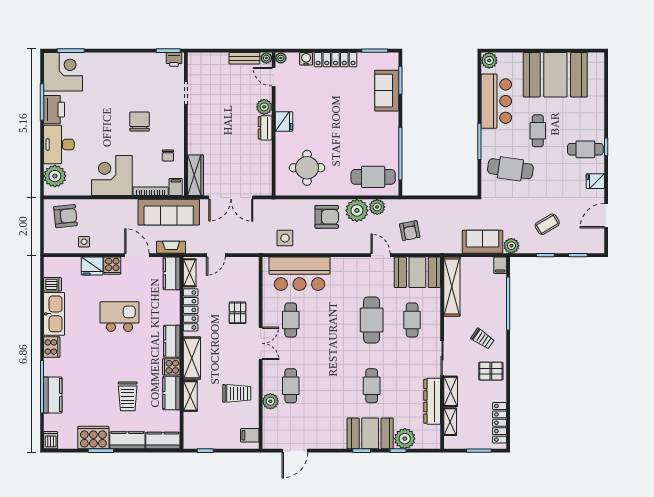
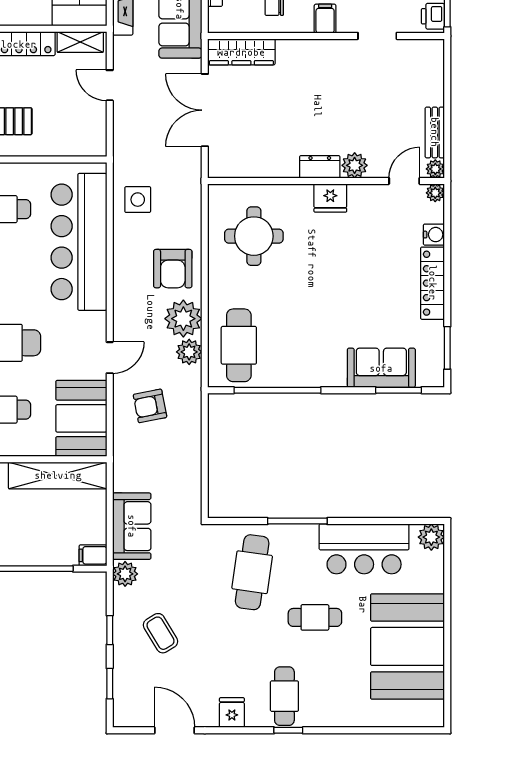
filing cabinet: (176, 187) -> (325, 19), moved, turned -90
bar counter: (299, 274) -> (79, 242), width x1.36

